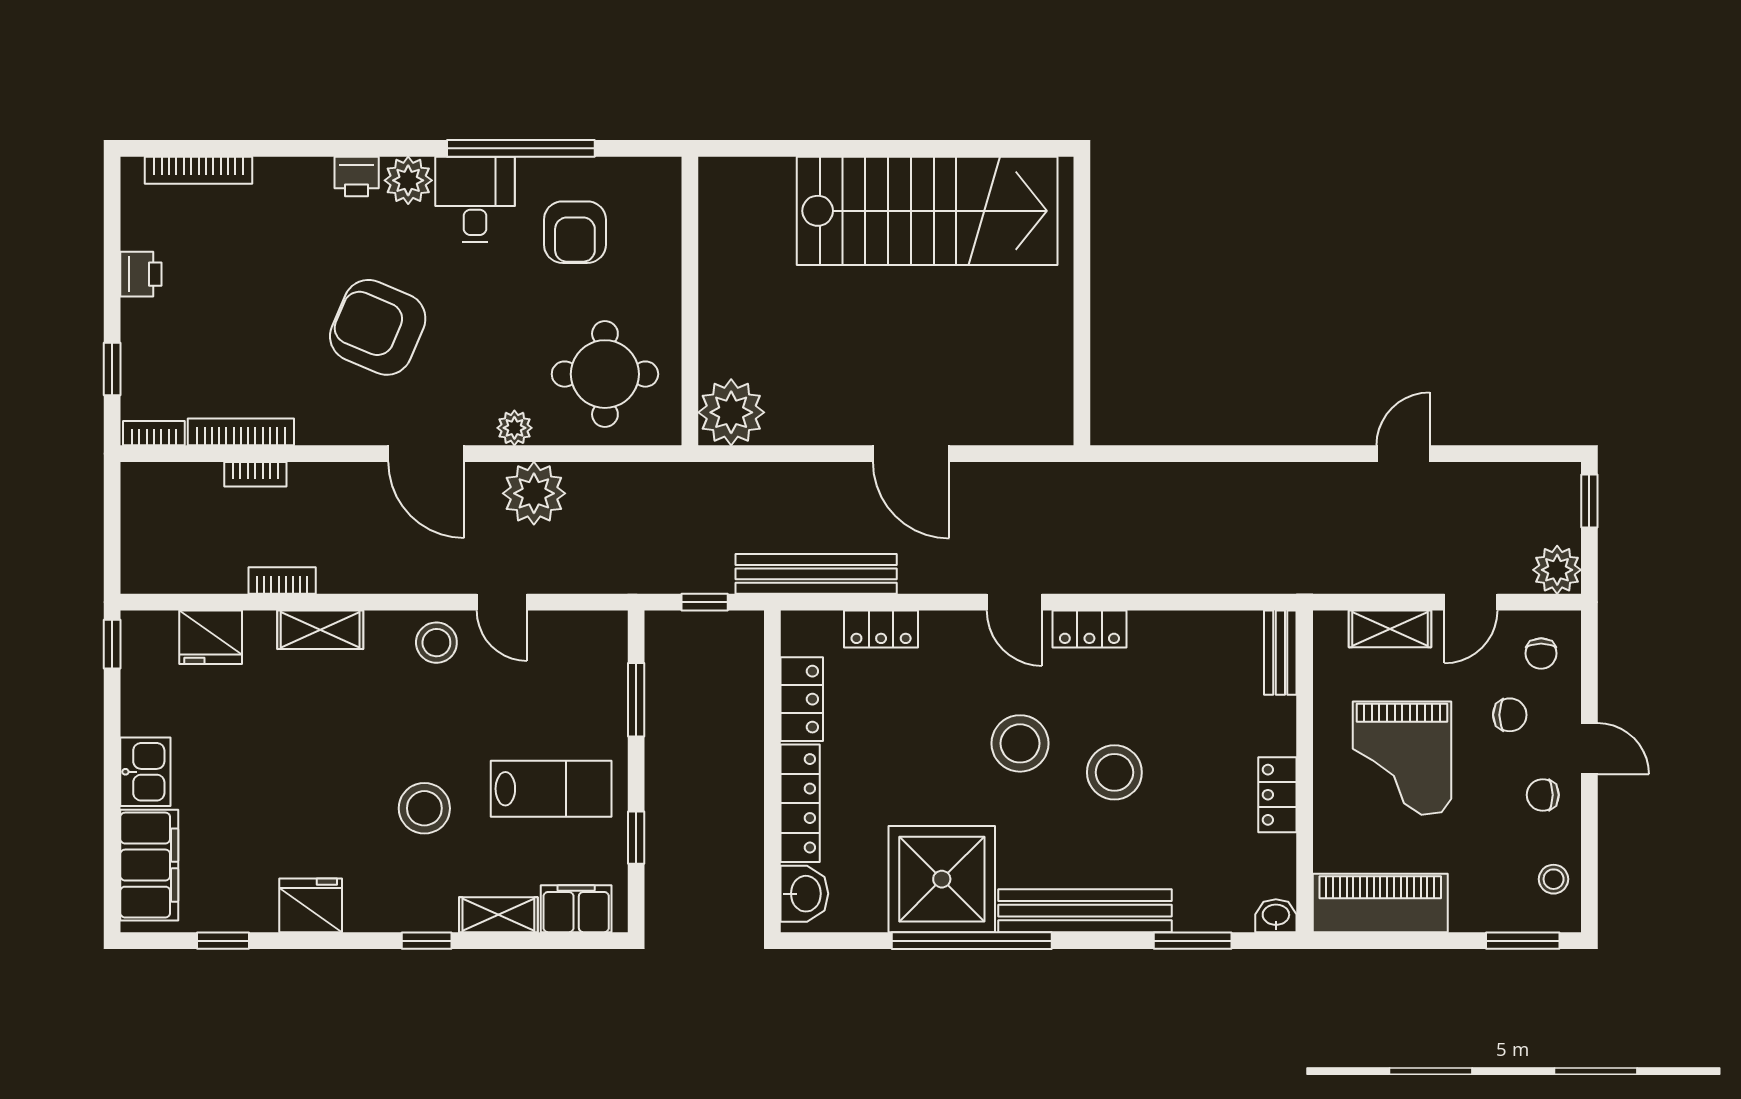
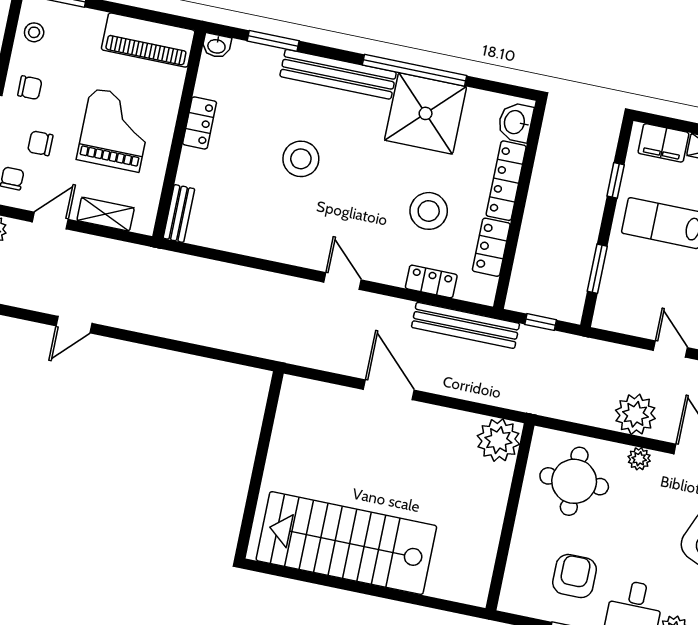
locker: (1089, 629) -> (298, 254), removed
stool: (1020, 743) -> (429, 211), moved

